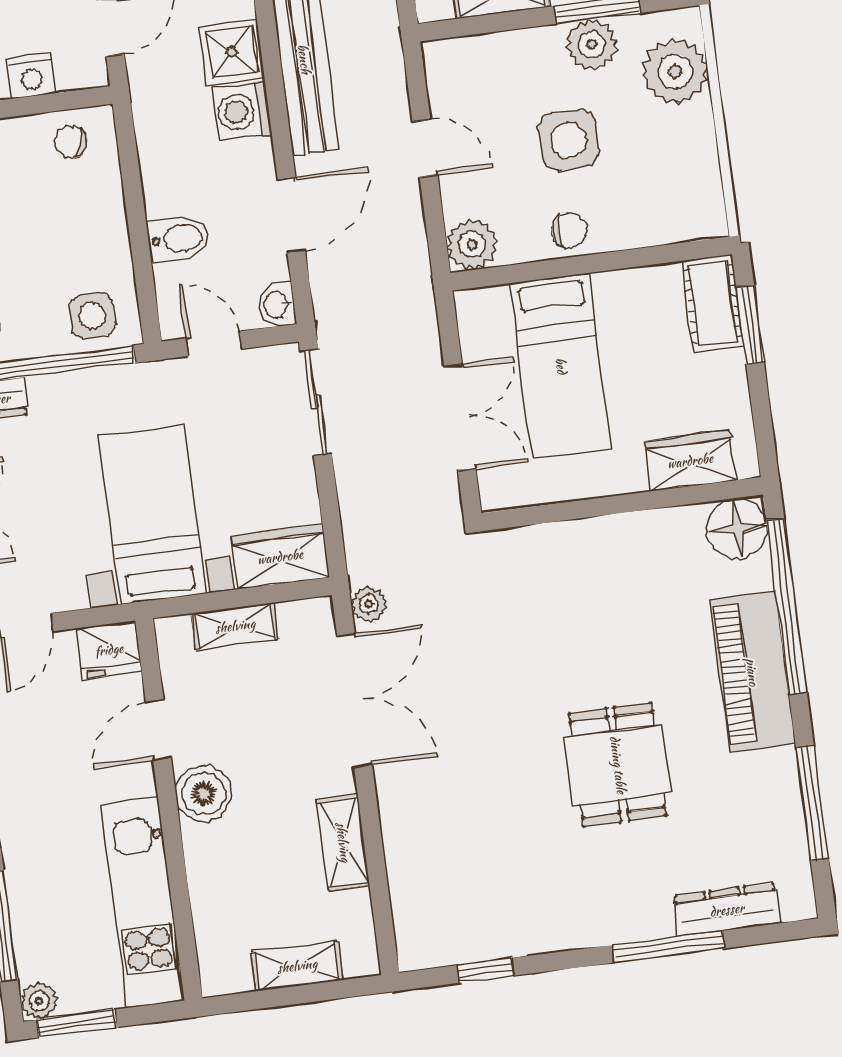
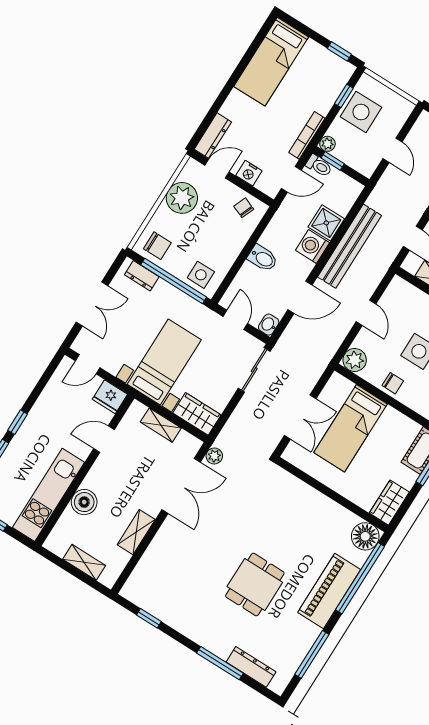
bidet: (178, 238) -> (263, 258), moved
wardrobe: (690, 461) -> (389, 503), moved, turned -90
boiler: (204, 794) -> (84, 502), moved

